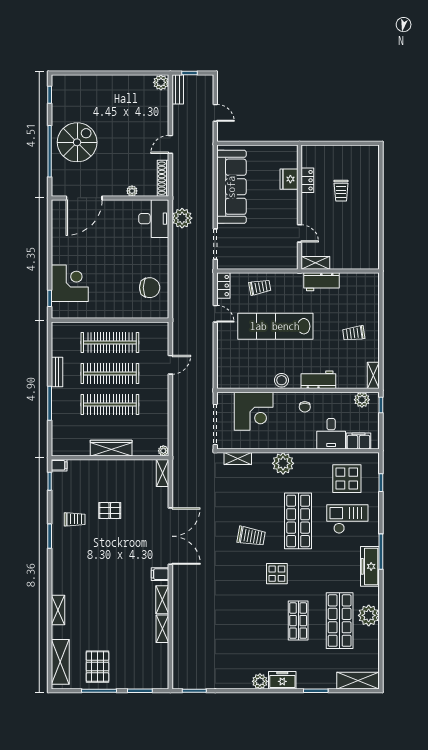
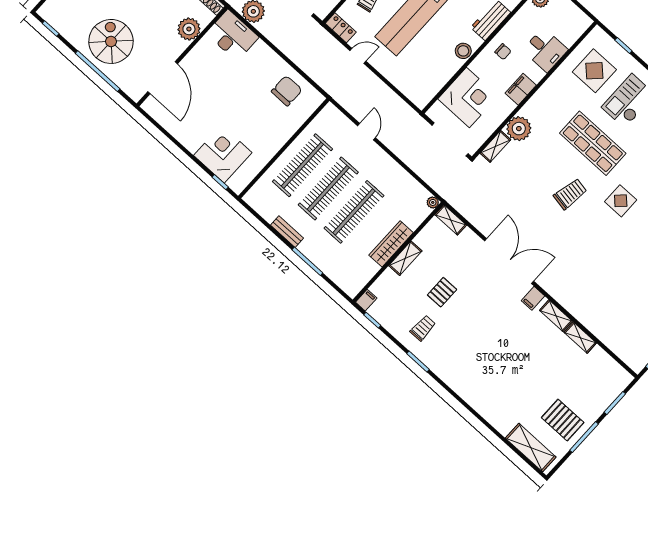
plant: (132, 191) -> (189, 29), width x1.88, depth x1.88
filing cabinet: (358, 441) -> (521, 89), moved
plant: (283, 463) -> (519, 129), moved
shelving: (58, 610) -> (405, 258), moved, turned 90

